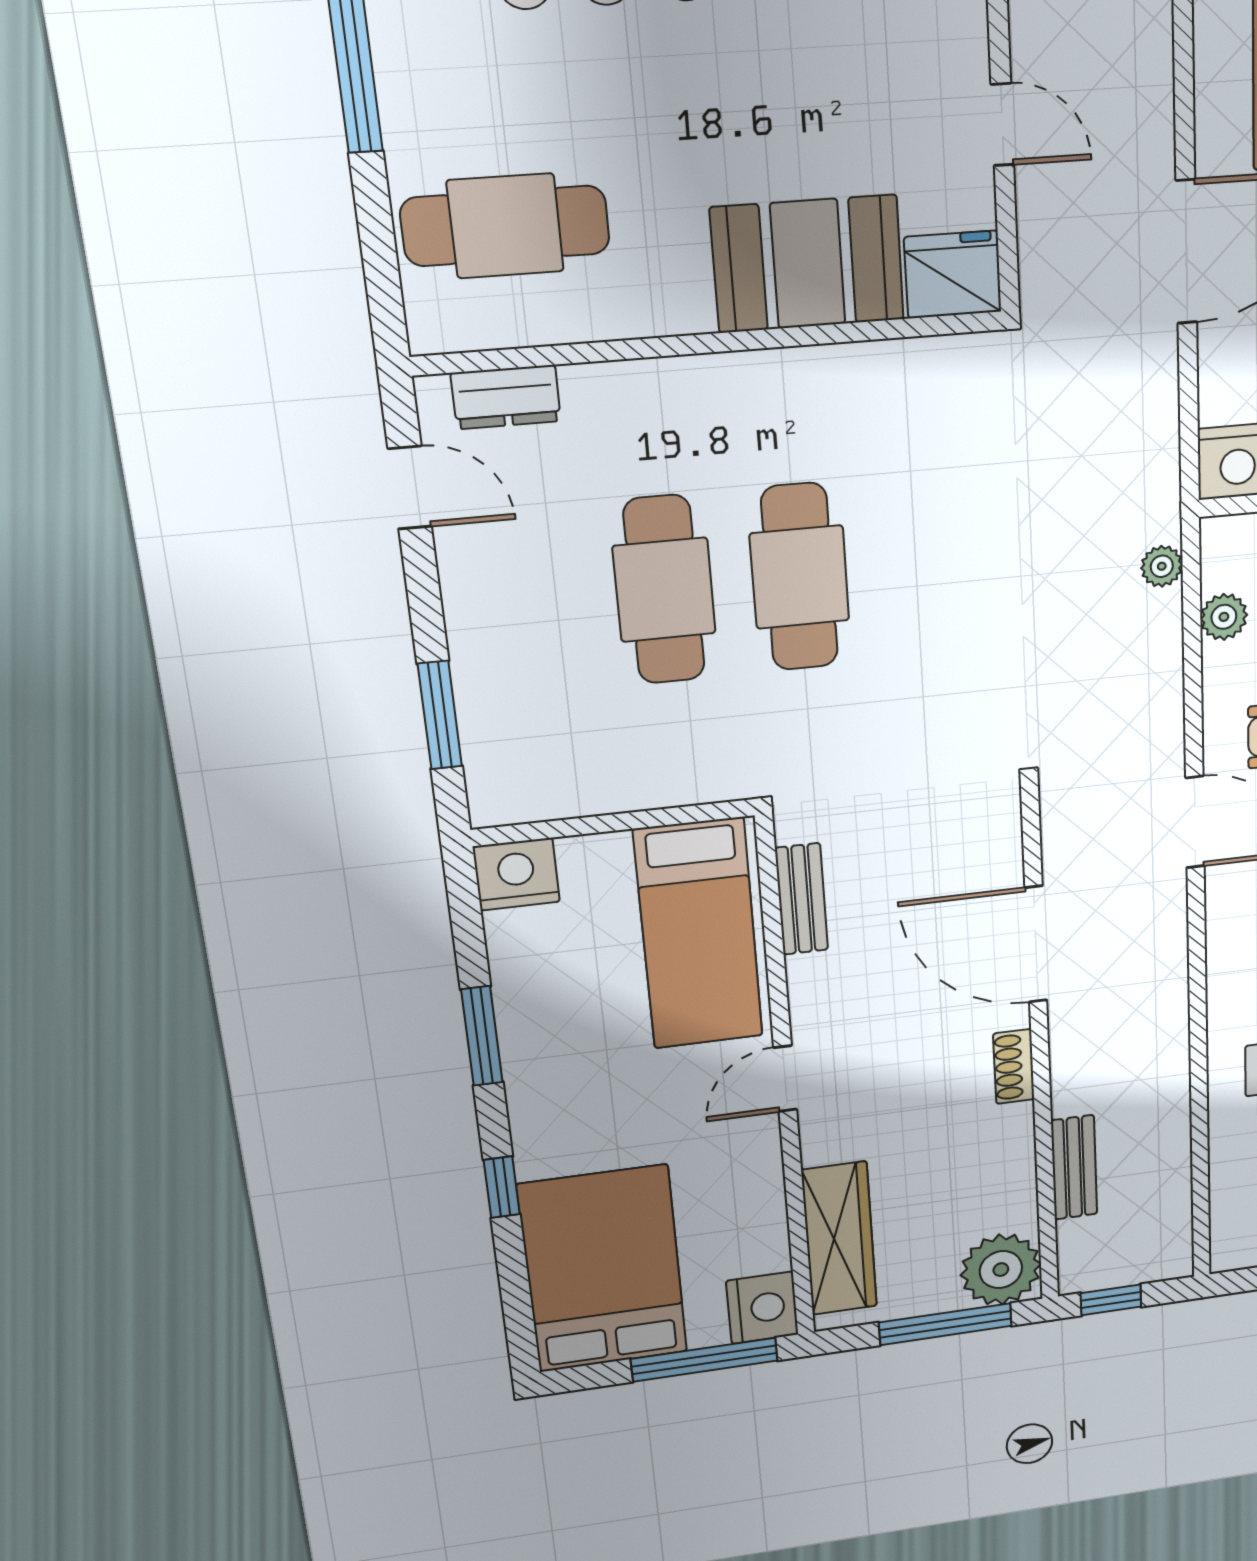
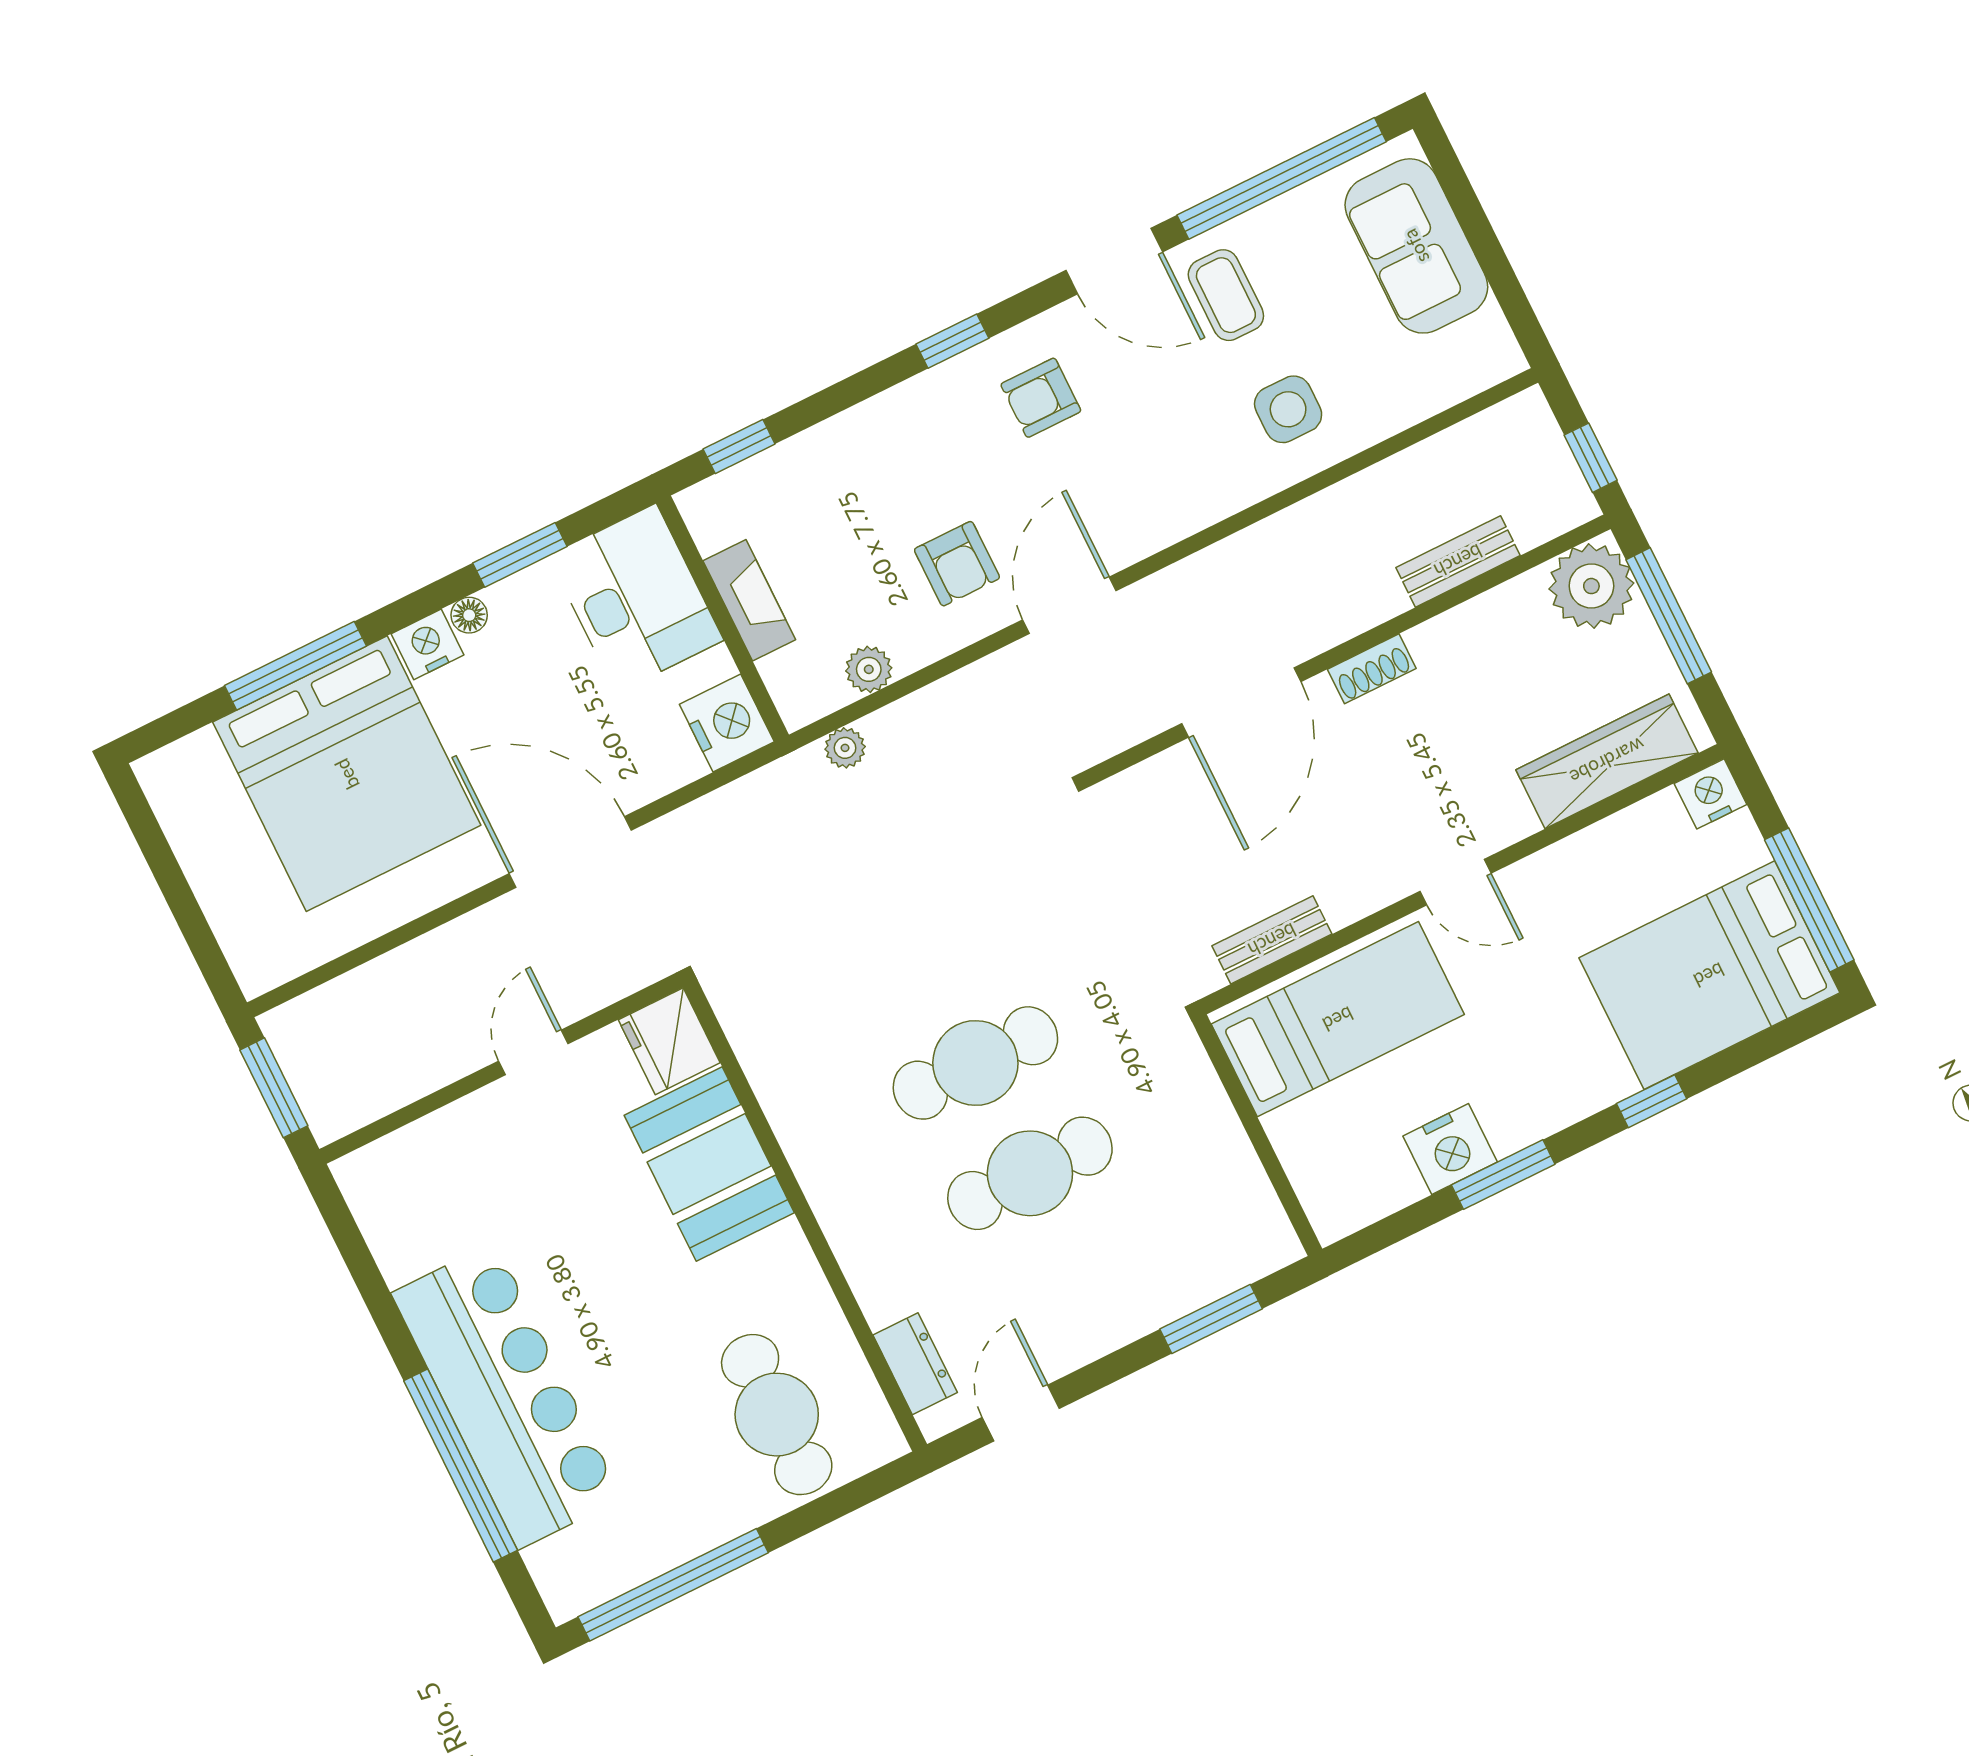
nightstand: (516, 874) -> (1450, 1149), moved, turned -90
nightstand: (762, 1308) -> (1710, 794), width x0.74, depth x0.75
window: (704, 1360) -> (1809, 900), moved

